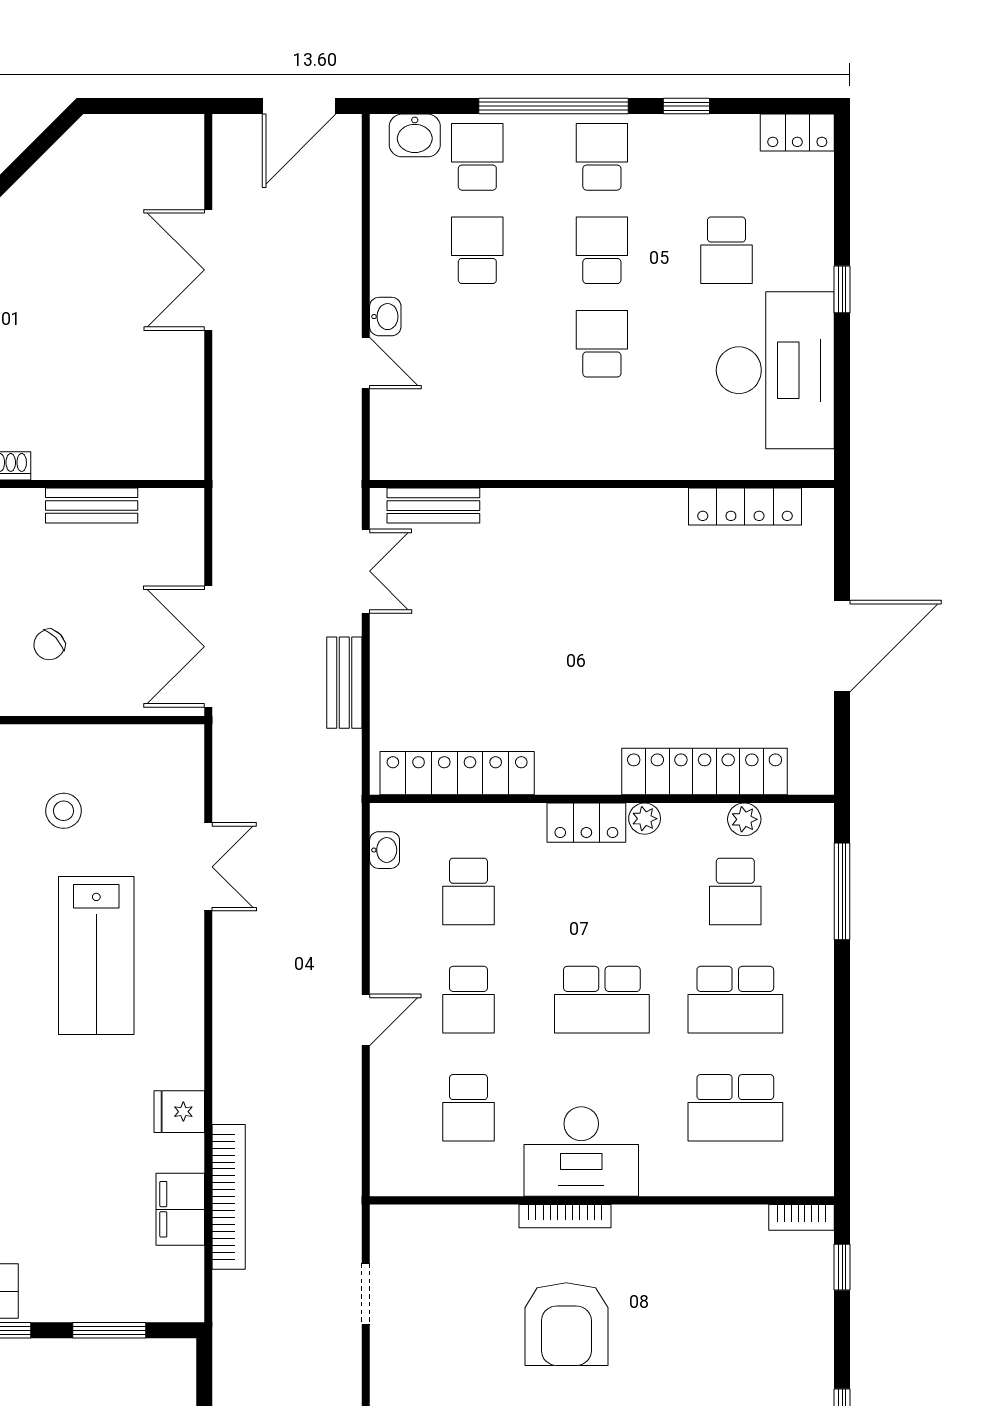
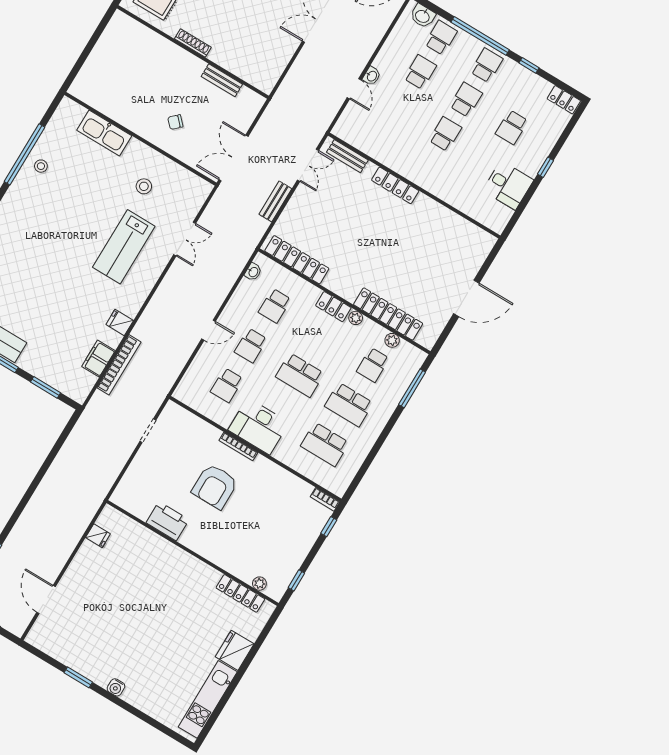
desk: (775, 370) -> (508, 185), width x0.53, depth x0.77
locker: (745, 507) -> (395, 185), moved

